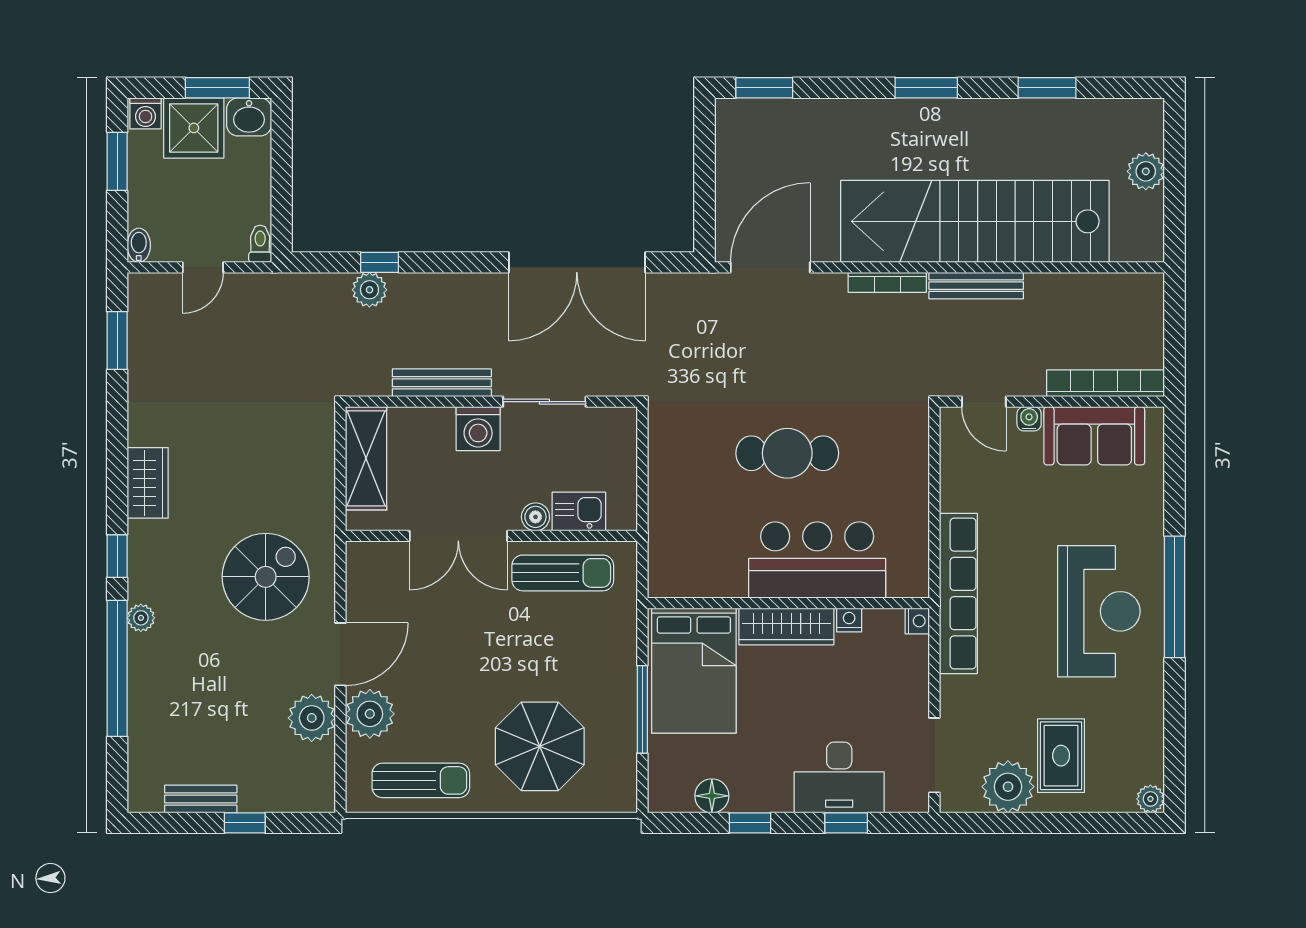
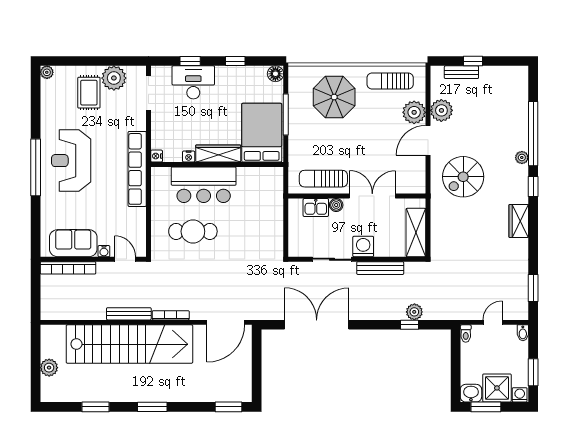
cafe table: (787, 453) -> (193, 231), moved
floor lamp: (712, 796) -> (275, 74), moved
bench: (201, 799) -> (461, 72), moved

